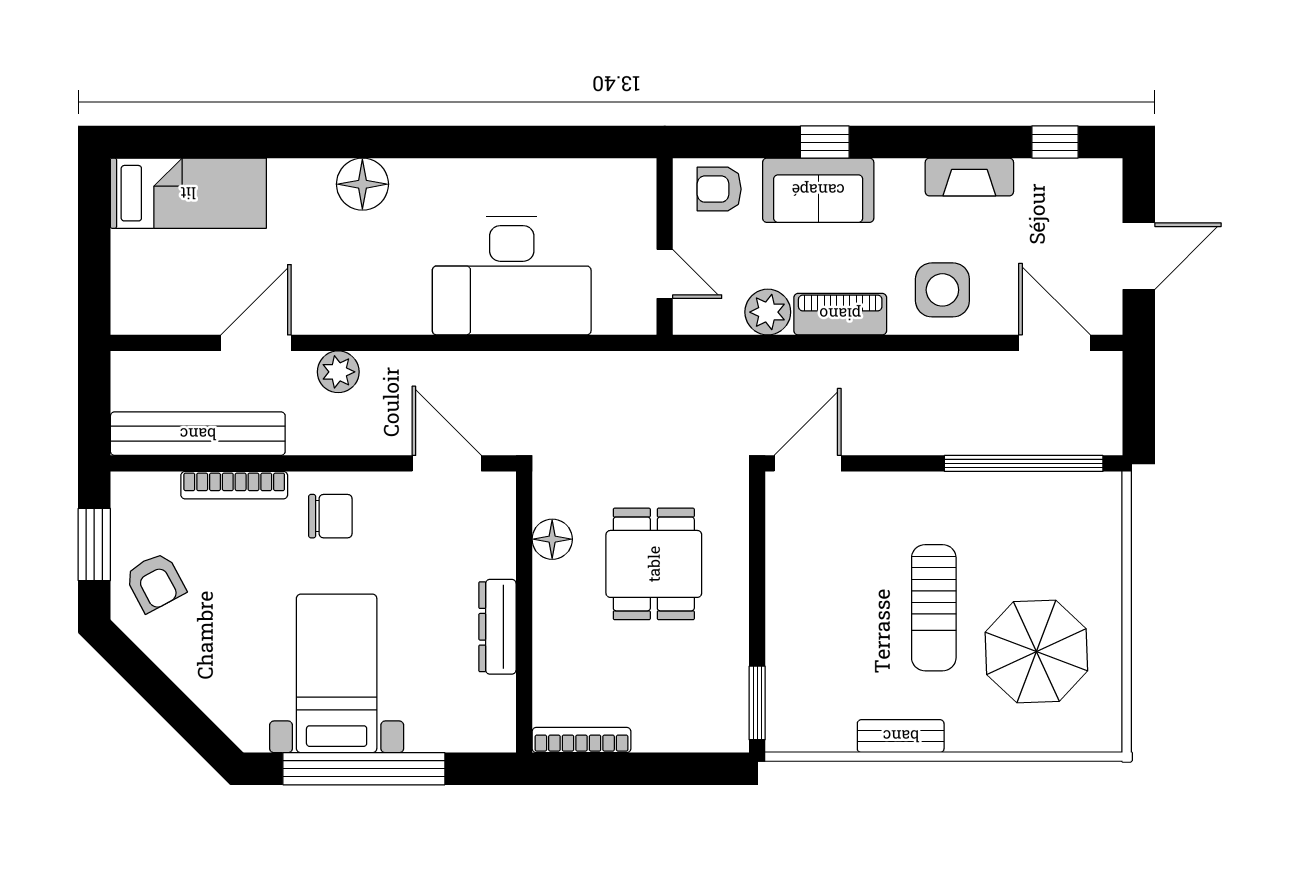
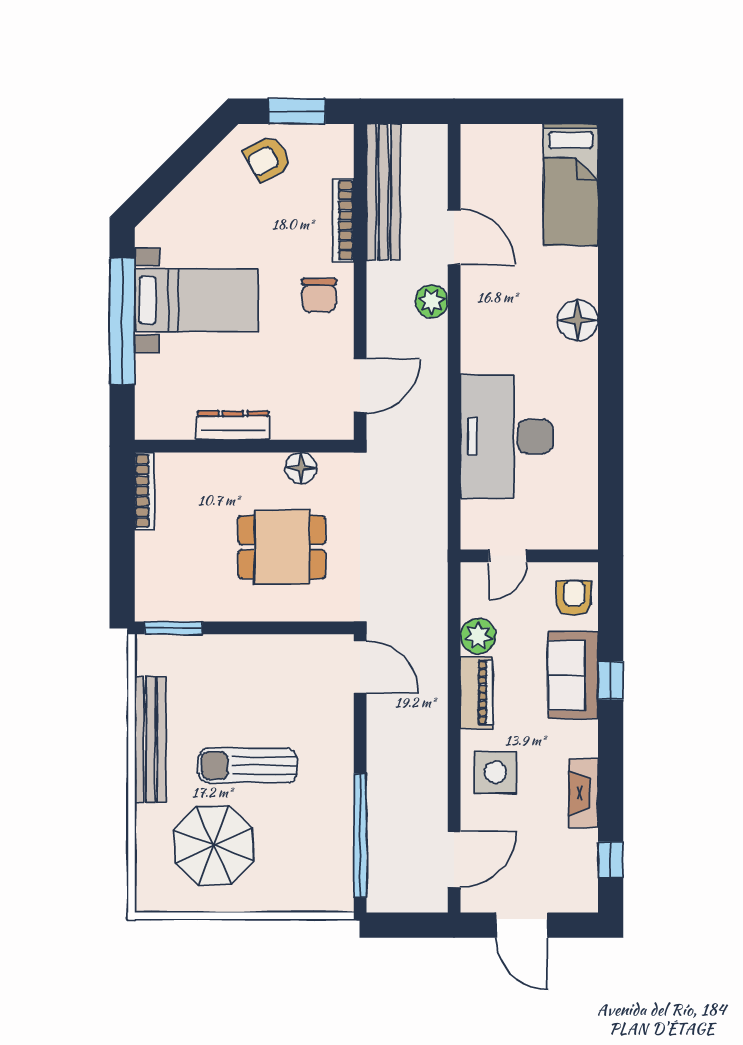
bench: (901, 736) -> (150, 740), width x1.86, depth x1.21

